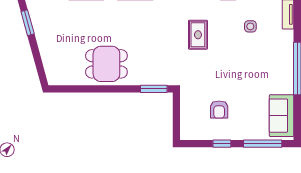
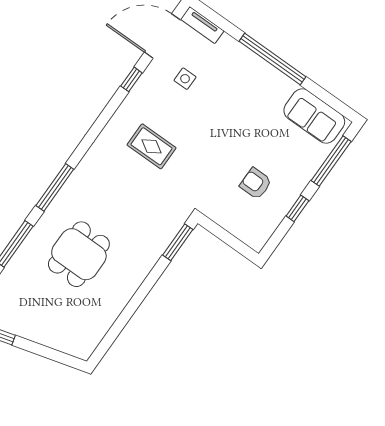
dining table: (106, 64) -> (79, 254), moved
armchair: (219, 110) -> (256, 183), turned 180

